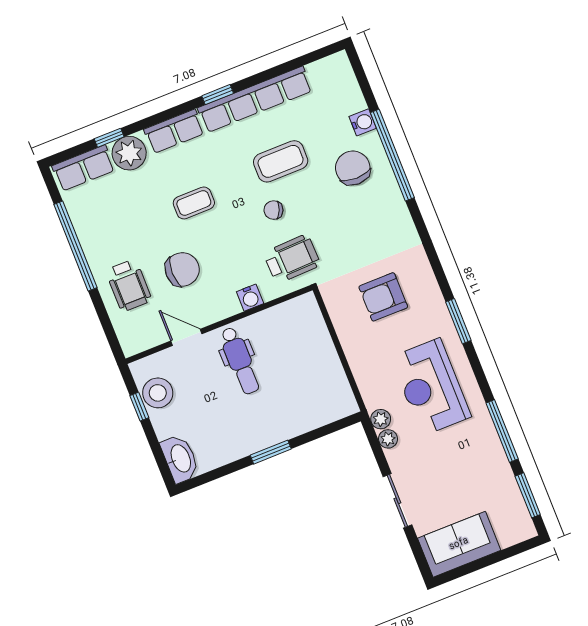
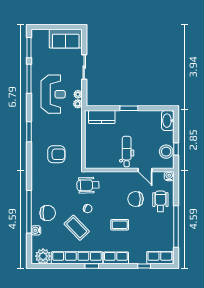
plant: (129, 153) -> (43, 256), moved
coffee table: (281, 161) -> (77, 228), turned 46
chair: (353, 168) -> (48, 213), turned -90
water cooler: (250, 298) -> (169, 176), moved
reception desk: (431, 387) -> (53, 94), moved
kitchen counter: (320, 412) -> (102, 117), added

